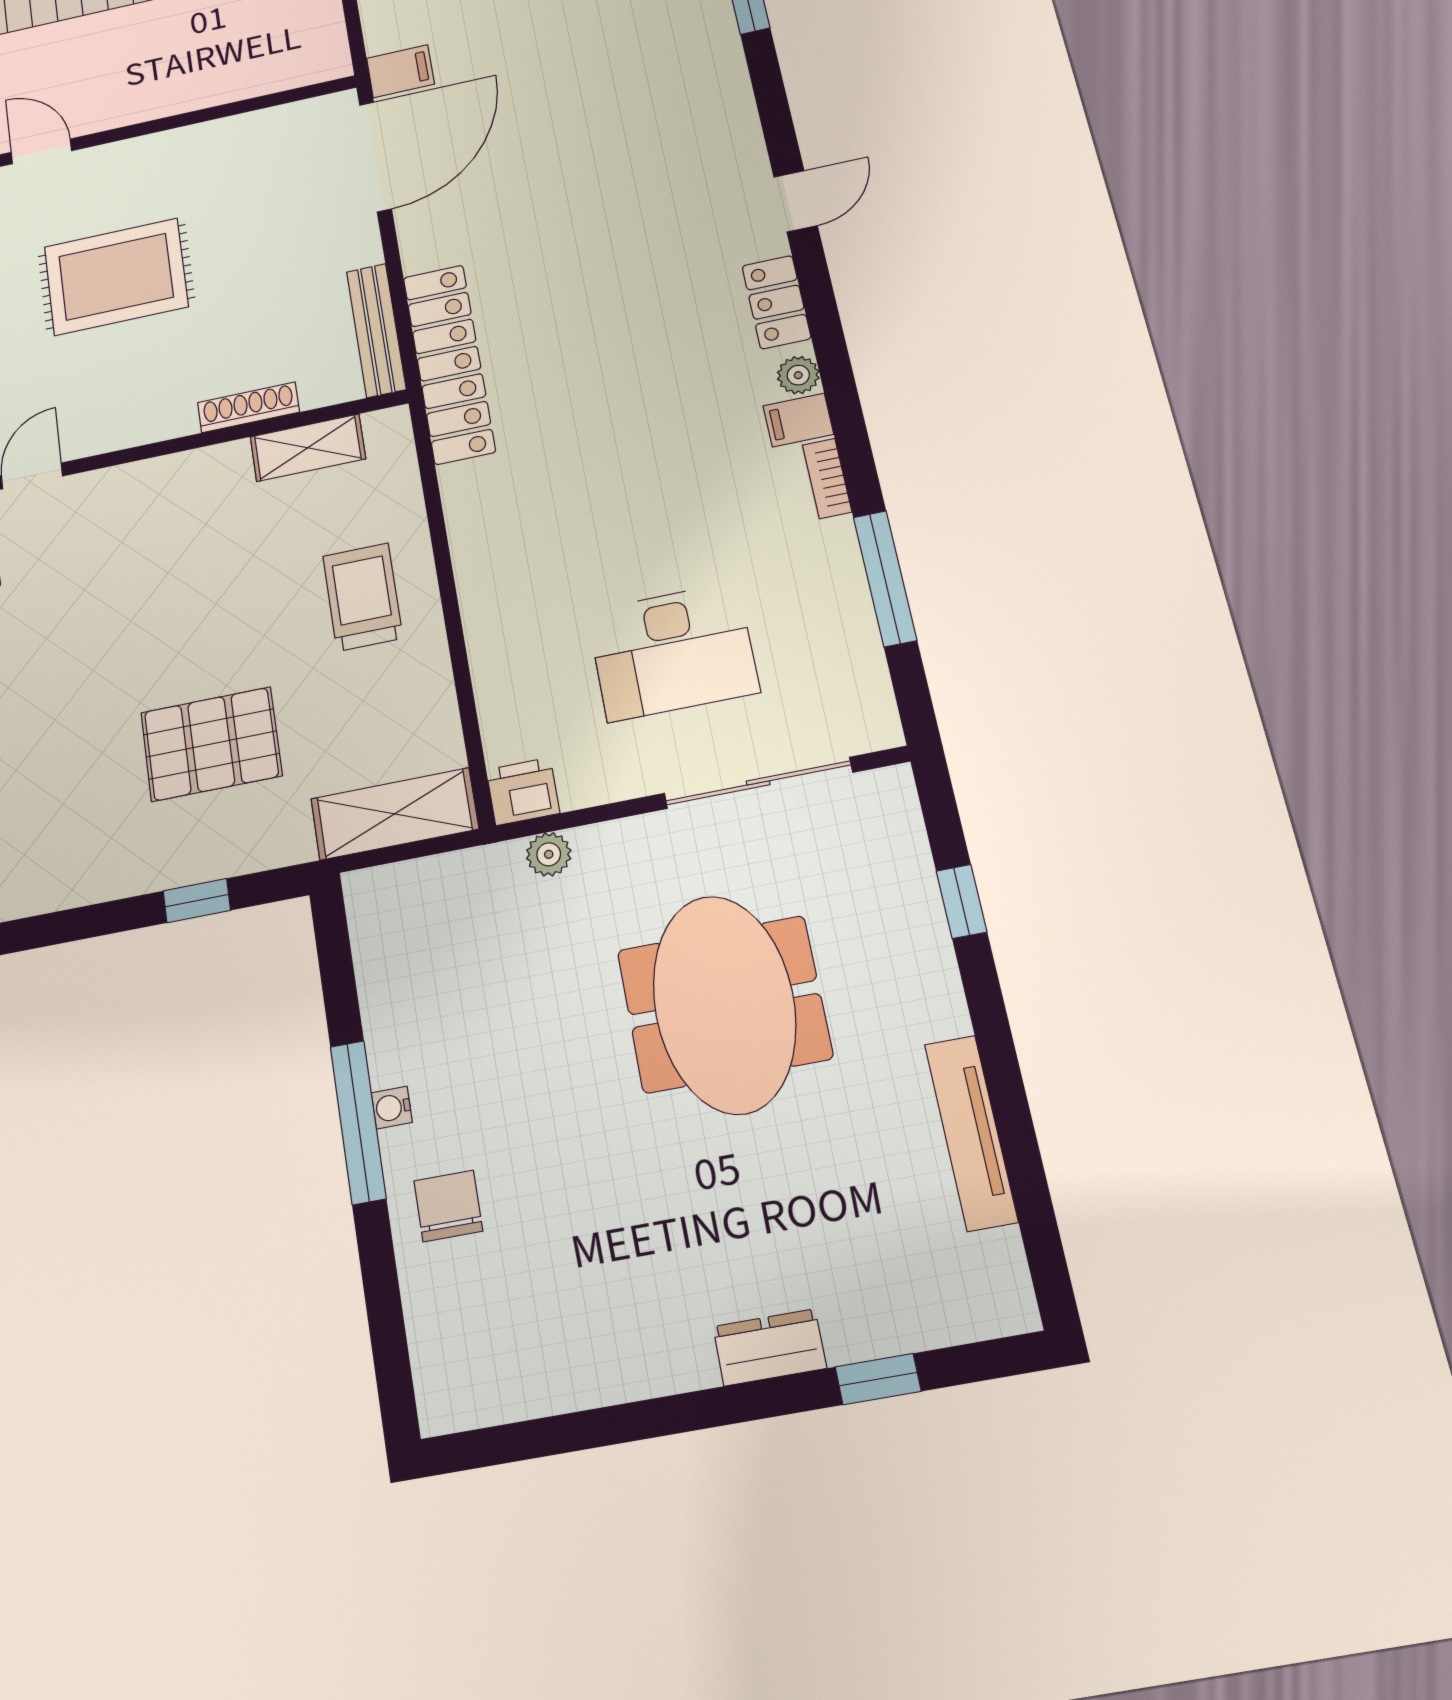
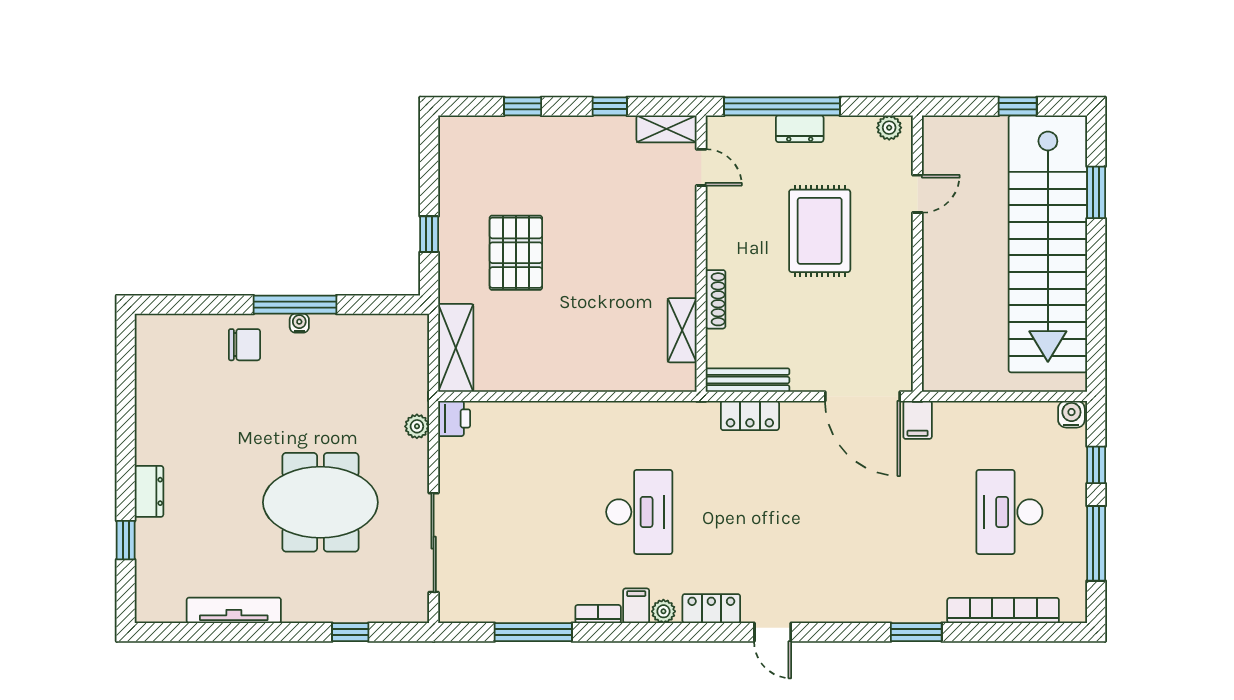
locker: (449, 364) -> (750, 415), width x0.46, depth x0.83
trolley: (363, 597) -> (584, 349), removed
desk: (673, 652) -> (639, 512), moved, turned 180

